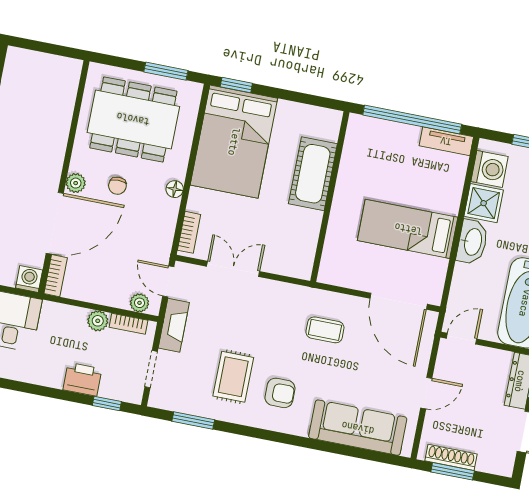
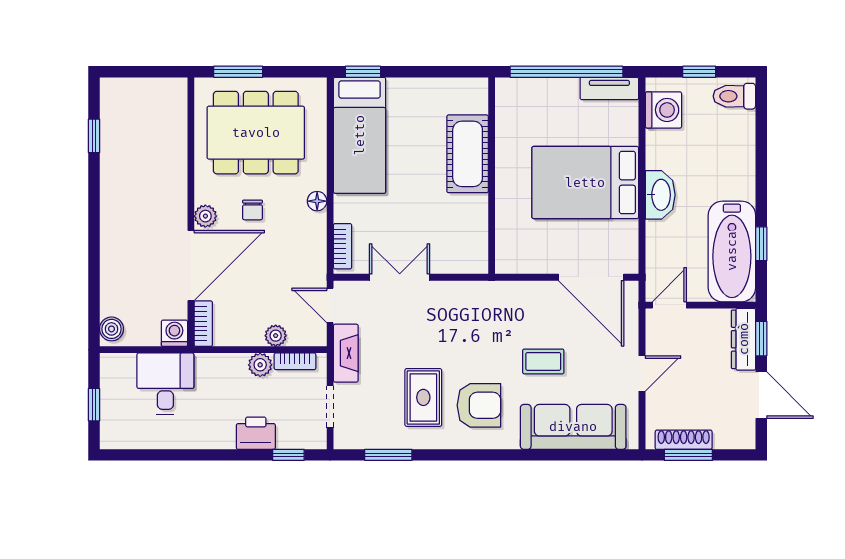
window: (166, 71) -> (238, 72), moved
bed: (234, 142) -> (360, 135), width x0.67
shower: (484, 203) -> (664, 149), removed
bed: (408, 229) -> (585, 183), width x1.50
plant: (139, 303) -> (276, 336), moved
coffee table: (325, 330) -> (543, 361), moved
armchair: (280, 393) -> (479, 405), width x1.38, depth x1.38

